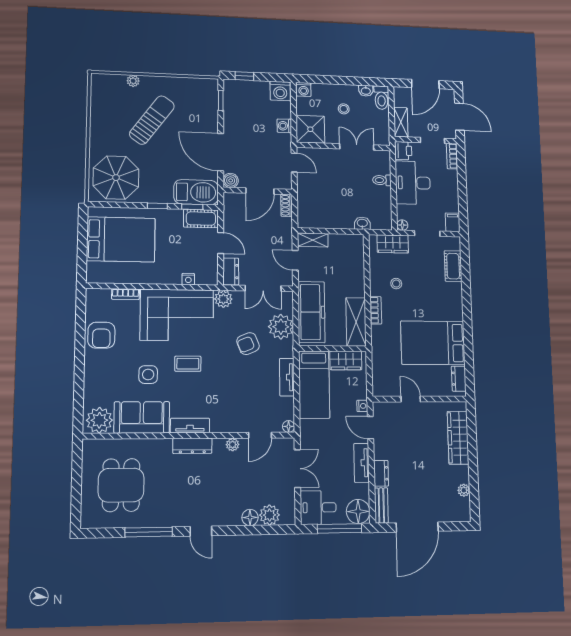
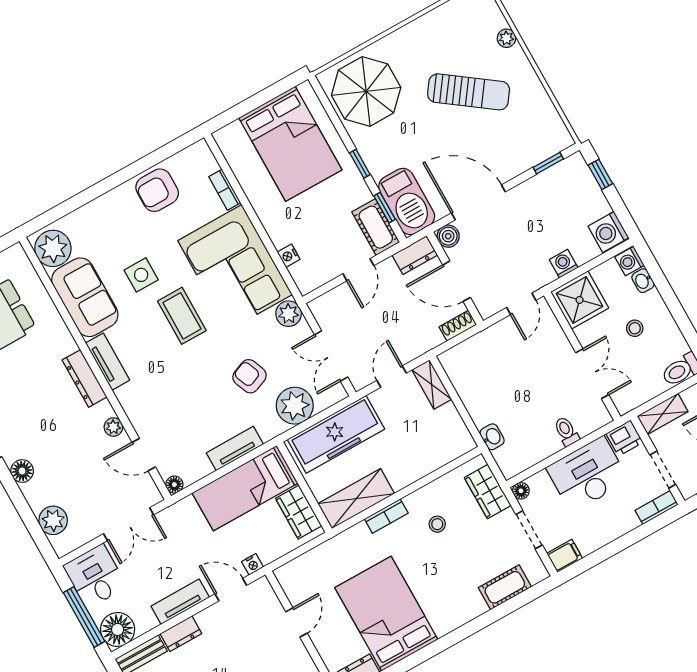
washbasin: (366, 91) -> (643, 281), moved
door: (221, 152) -> (478, 202), hinge flipped
dresser: (231, 271) -> (415, 255), moved
coffee table: (188, 364) -> (182, 316), width x1.36, depth x1.30
door: (371, 428) -> (231, 590), hinge flipped
floor lamp: (250, 517) -> (22, 471), moved

